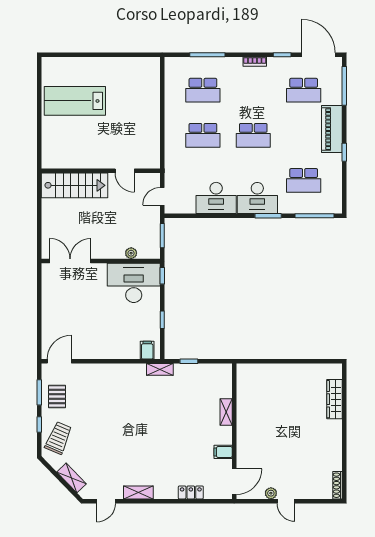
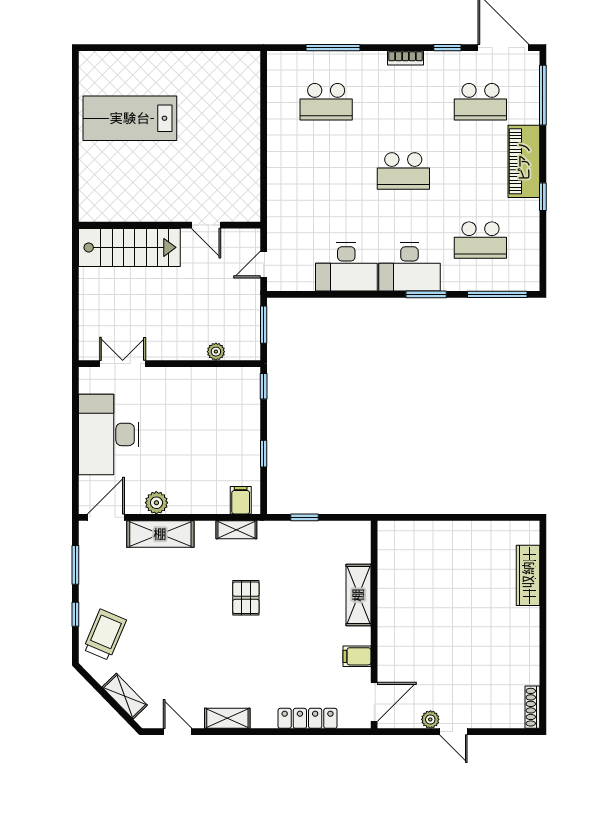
school desk: (203, 135) -> (326, 171), removed
double door: (70, 261) -> (123, 364), width x0.73
desk: (134, 283) -> (109, 434), moved, turned -90
plant: (92, 352) -> (156, 503), added
shelving: (160, 369) -> (236, 530), moved
shelving: (95, 372) -> (160, 534), added
pallet: (57, 396) -> (246, 598), moved
shelving: (226, 412) -> (358, 595), width x1.50, depth x1.33
locker: (191, 492) -> (308, 718), width x1.53
door: (106, 501) -> (177, 732), swing flipped

